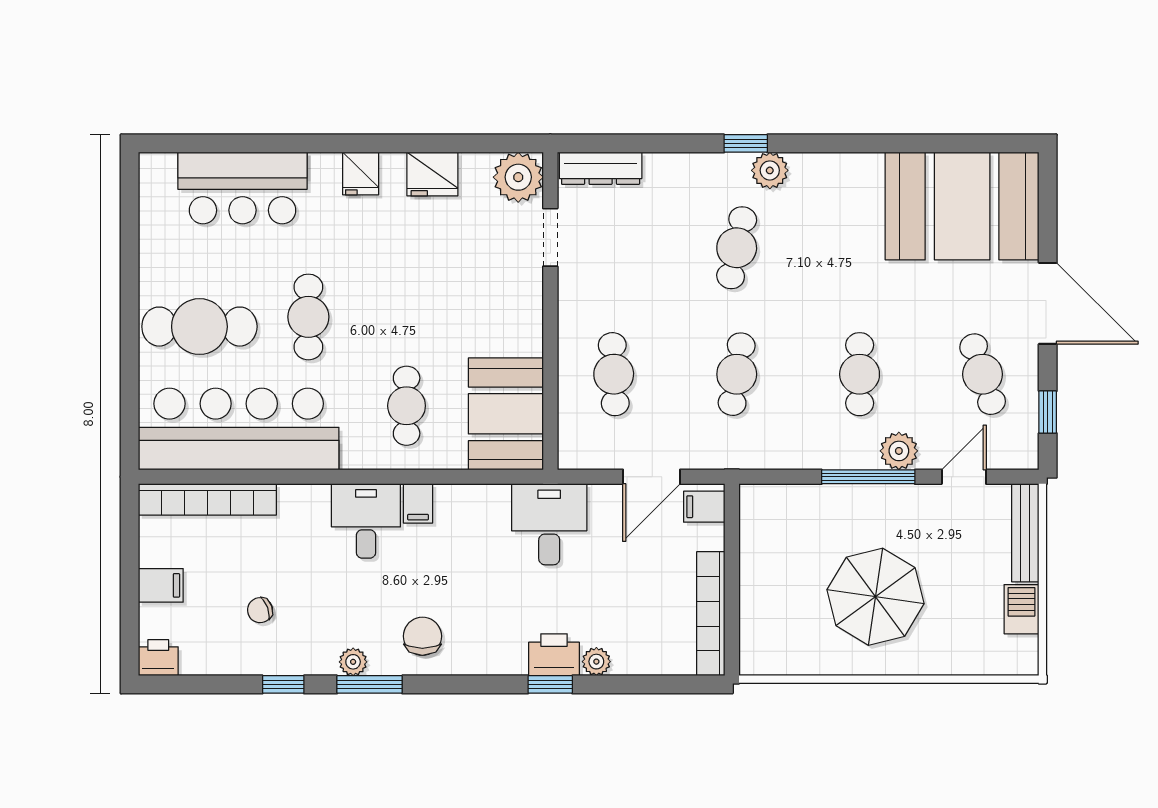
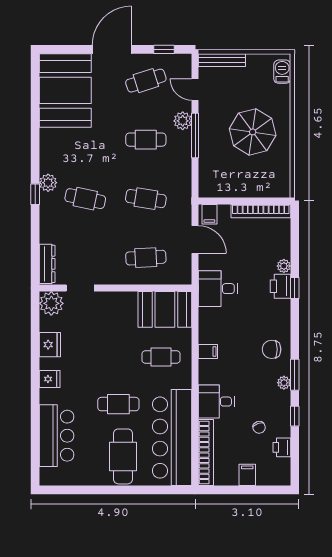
desk: (366, 521) -> (216, 402), moved
barbecue: (1022, 609) -> (282, 72), moved, turned 90
printer: (158, 658) -> (282, 447), moved

